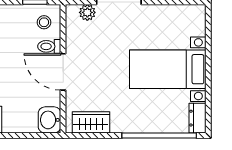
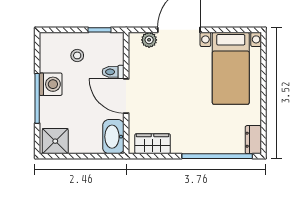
stool: (44, 22) -> (77, 55), moved
bed with nightstands: (168, 69) -> (231, 68), moved, turned -90
washbasin: (50, 120) -> (113, 137), width x1.38

